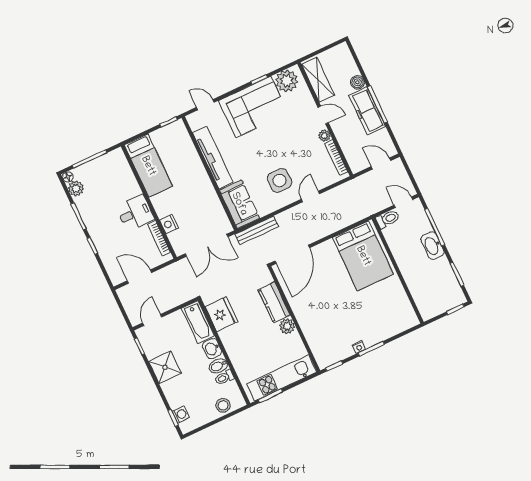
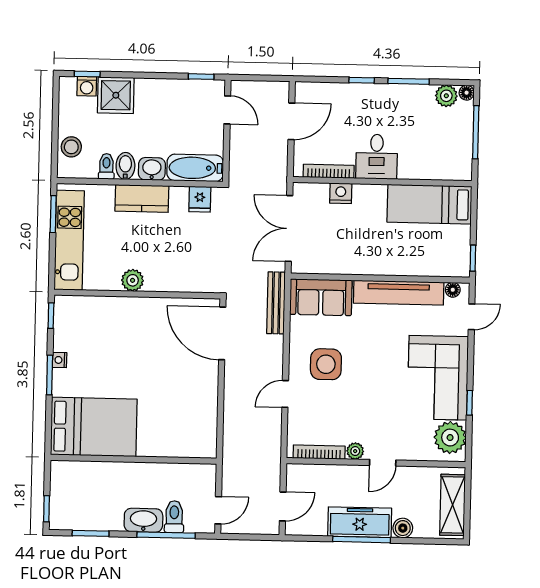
shelving: (318, 80) -> (453, 505), moved, turned 90
floor lamp: (194, 125) -> (453, 290), added
door: (310, 197) -> (285, 394), swing flipped
toilet: (388, 219) -> (174, 517), moved, turned 180
bed: (363, 256) -> (94, 427), moved, turned 180
kitchen counter: (274, 302) -> (142, 198), moved, turned 180
fridge: (221, 314) -> (200, 199), width x0.53, depth x0.75
shower: (165, 367) -> (116, 95), moved

